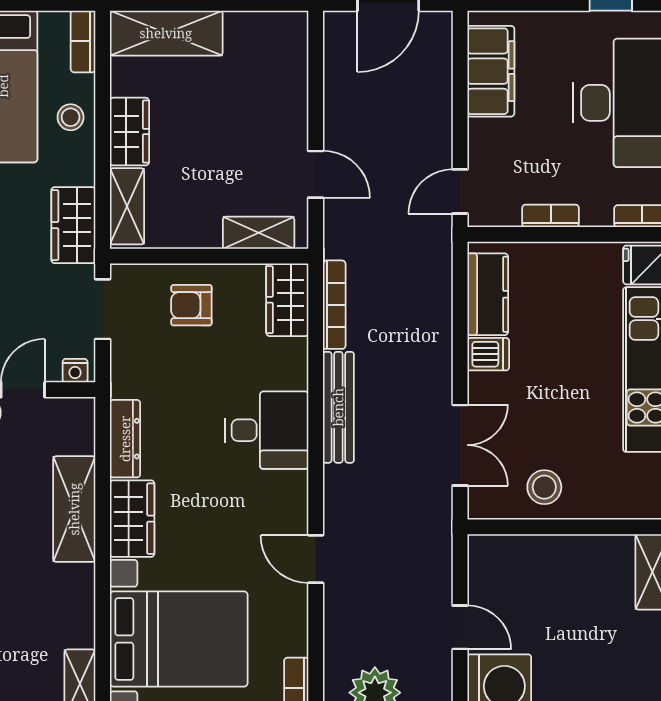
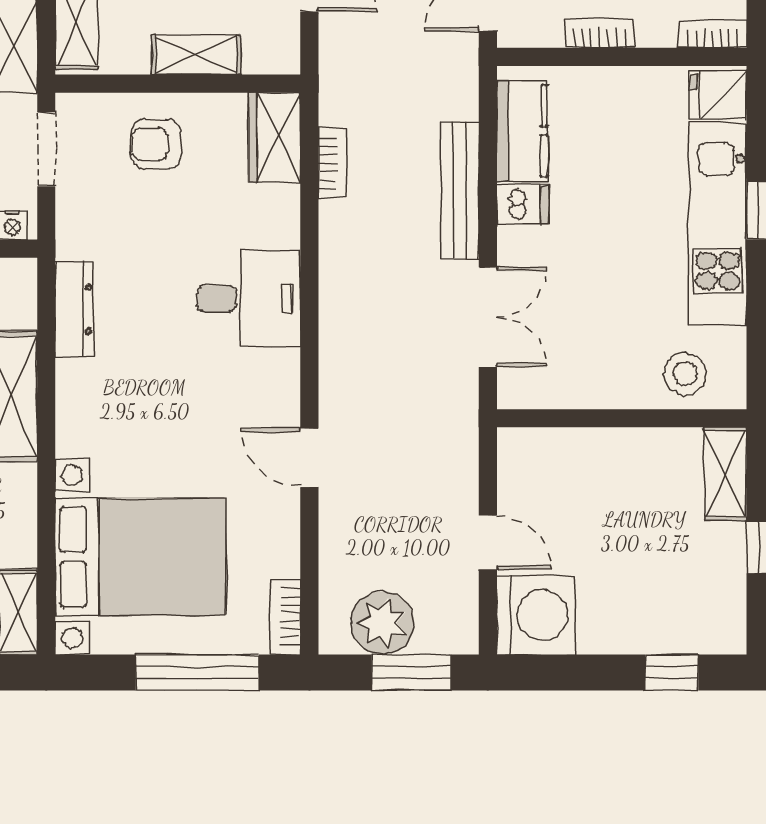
shelving: (259, 233) -> (196, 55), moved
bookcase: (334, 305) -> (332, 163), width x0.64
bench: (338, 407) -> (460, 191), moved
stool: (544, 487) -> (685, 374), moved
wardrobe: (132, 519) -> (83, 408), removed

